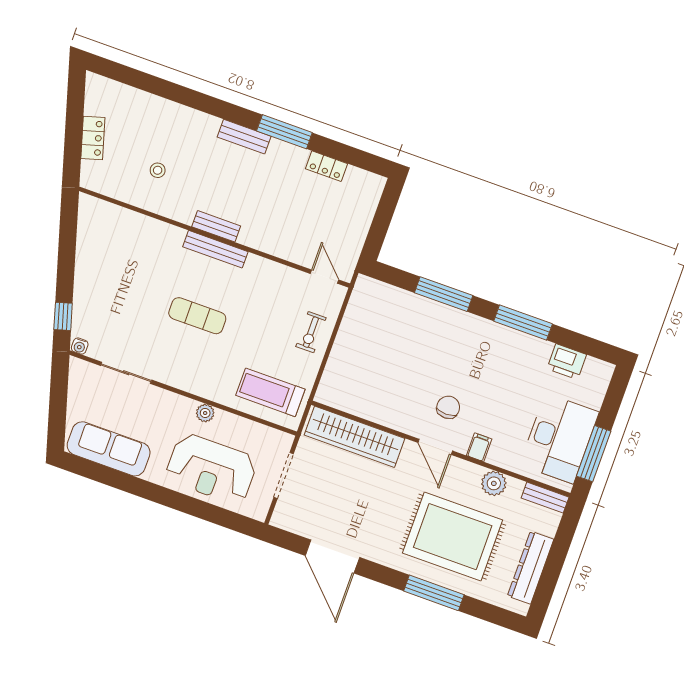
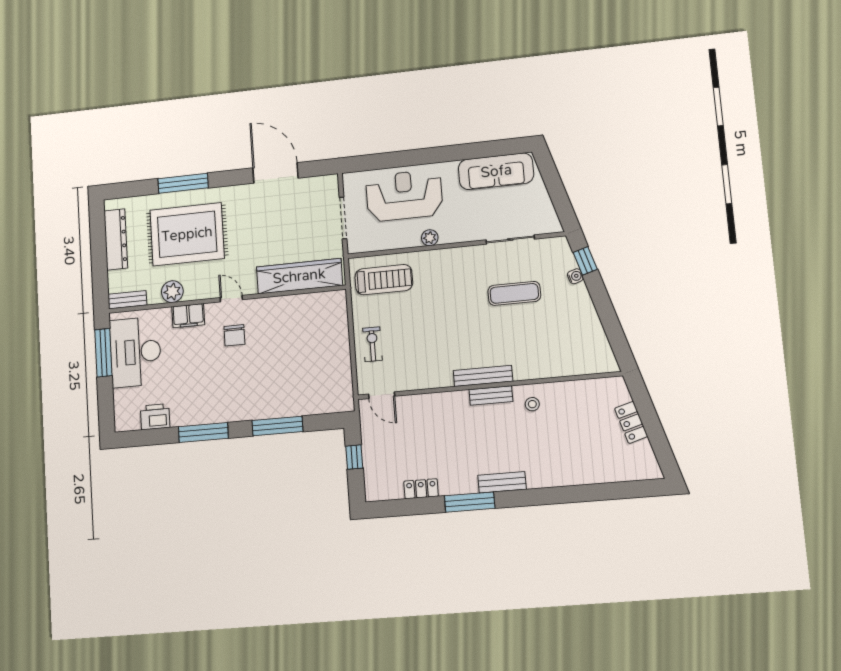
stool: (158, 170) -> (532, 404), moved
window: (379, 228) -> (354, 457), added
exercise mat: (197, 316) -> (514, 293), moved
water cooler: (80, 346) -> (575, 276), moved, turned 74
door: (435, 447) -> (231, 299), width x0.73
filing cabinet: (479, 447) -> (188, 316), width x2.00

